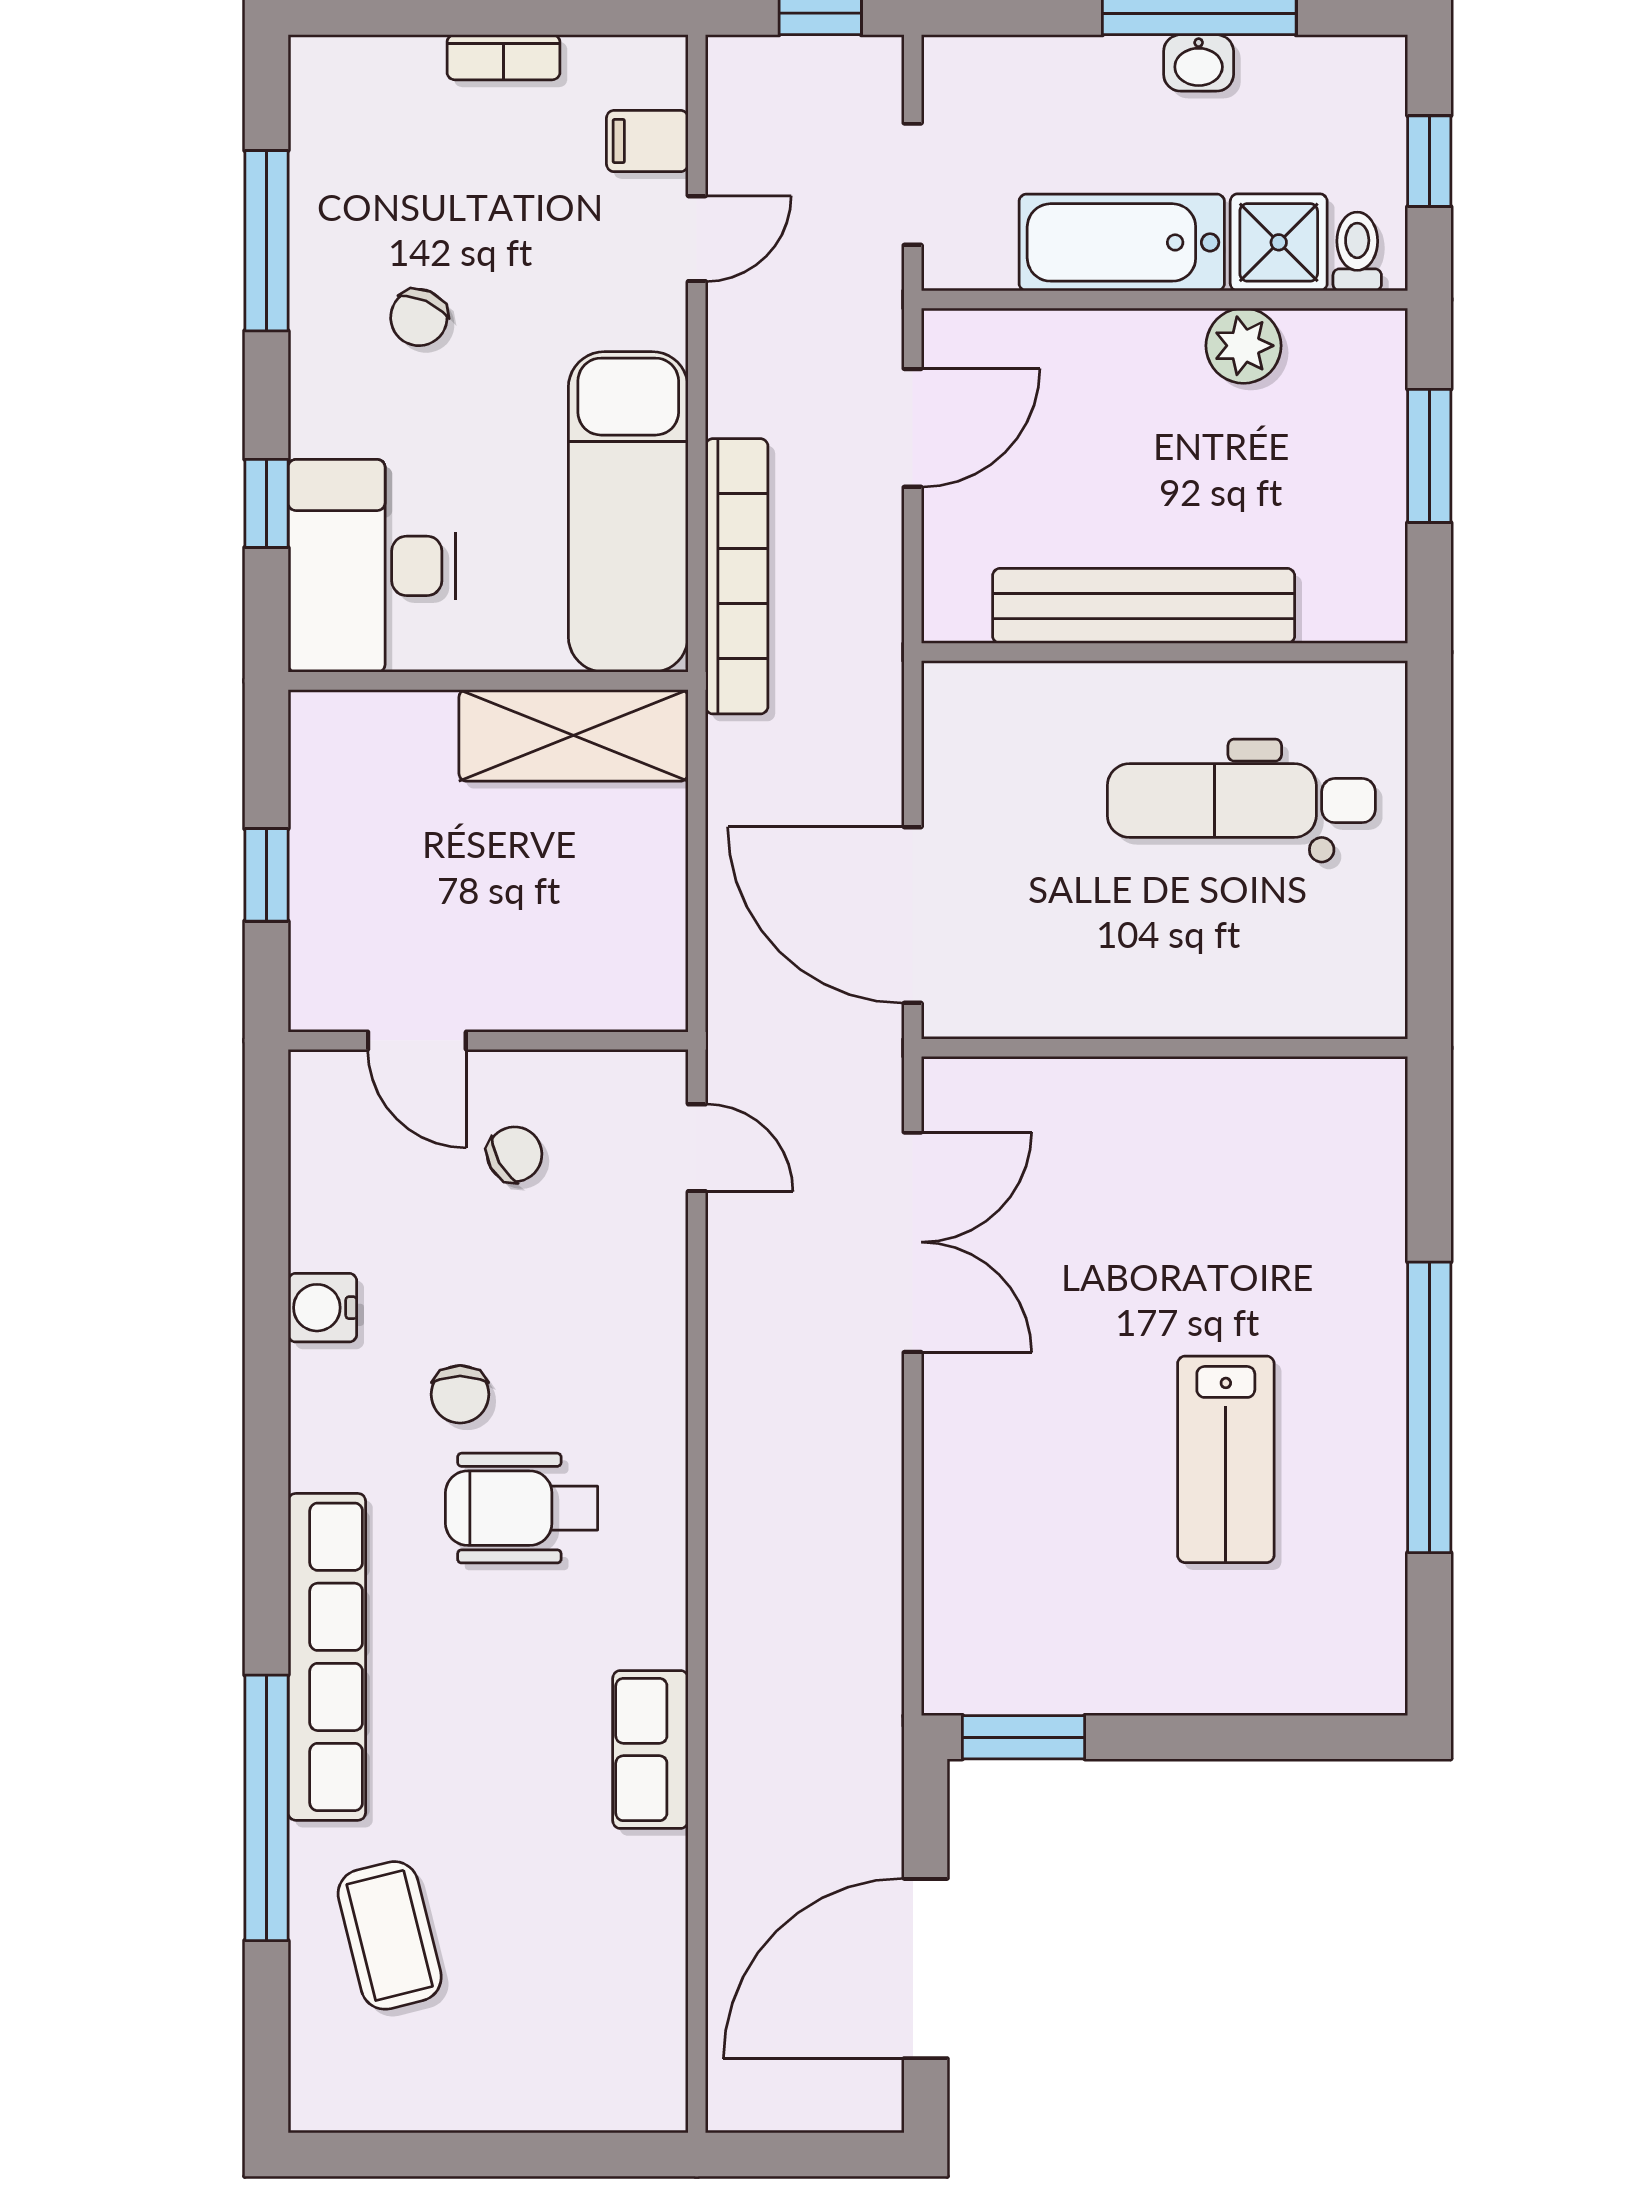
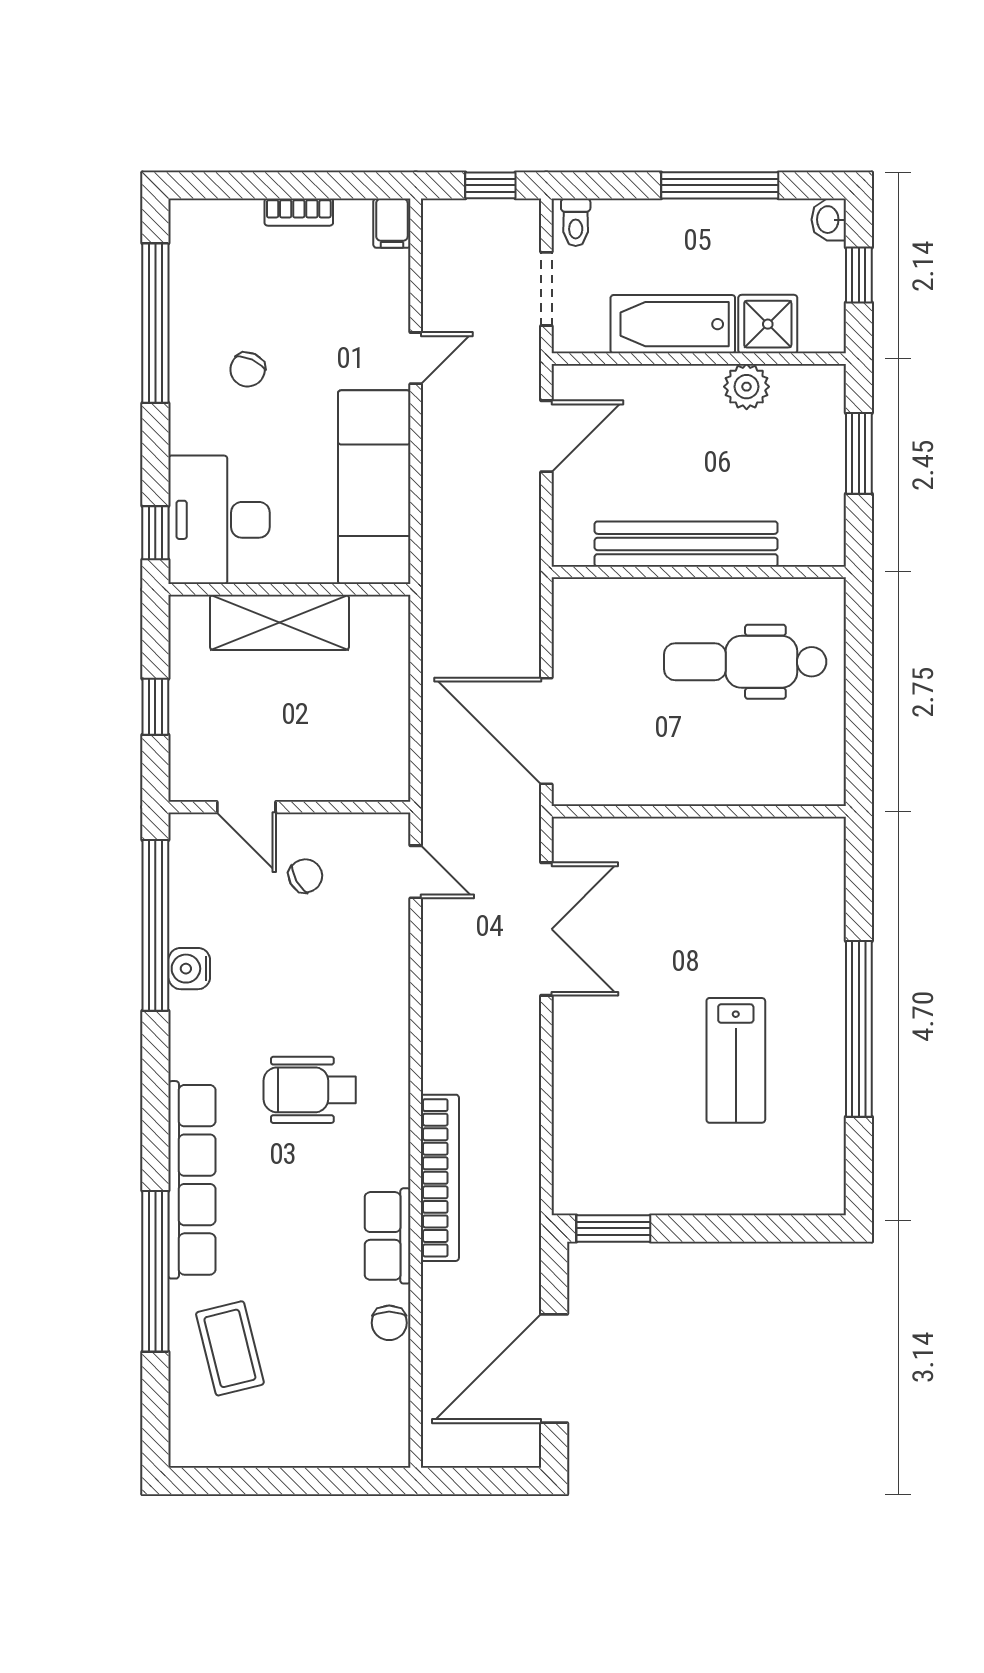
washbasin: (1199, 63) -> (829, 220), moved, turned 90
filing cabinet: (647, 141) -> (392, 223), moved, turned -90
door: (697, 239) -> (416, 358), moved
window: (266, 241) -> (155, 323), width x1.46
toilet: (1357, 251) -> (576, 222), moved, turned 180
window: (266, 503) -> (155, 533), moved
bookcase: (737, 576) -> (440, 1178), moved
shelving: (574, 735) -> (279, 622), moved
window: (266, 1236) -> (155, 925), added
chair: (460, 1394) -> (389, 1323), moved

